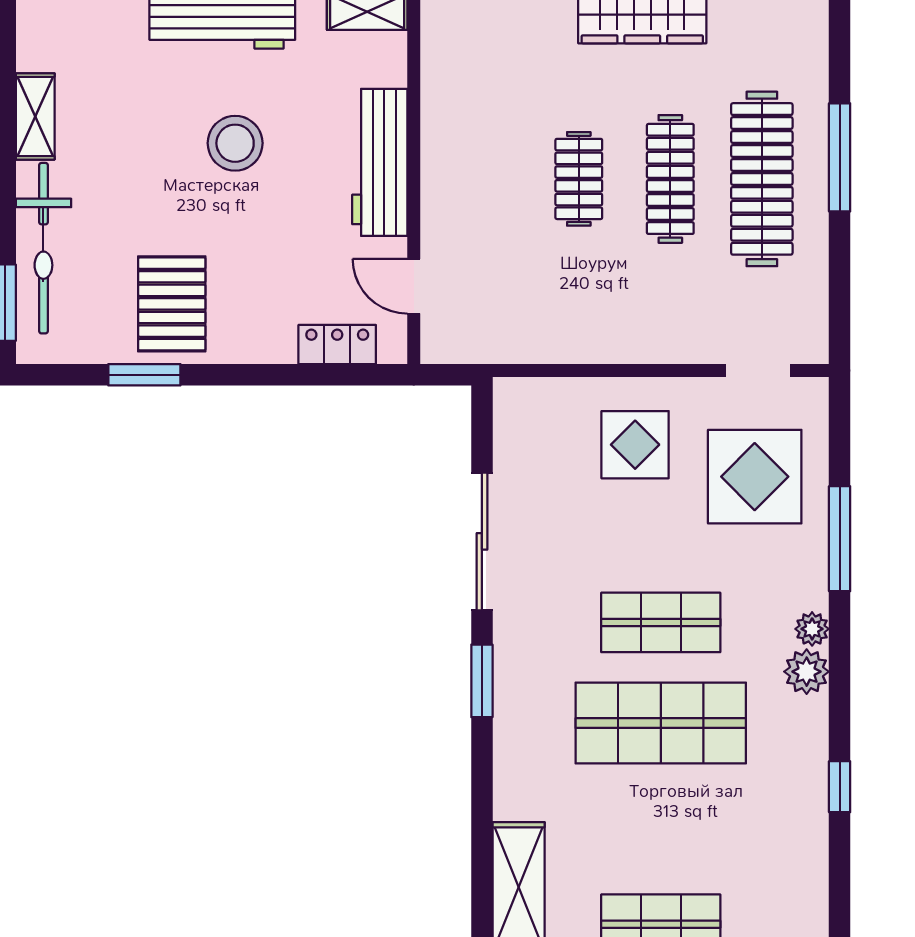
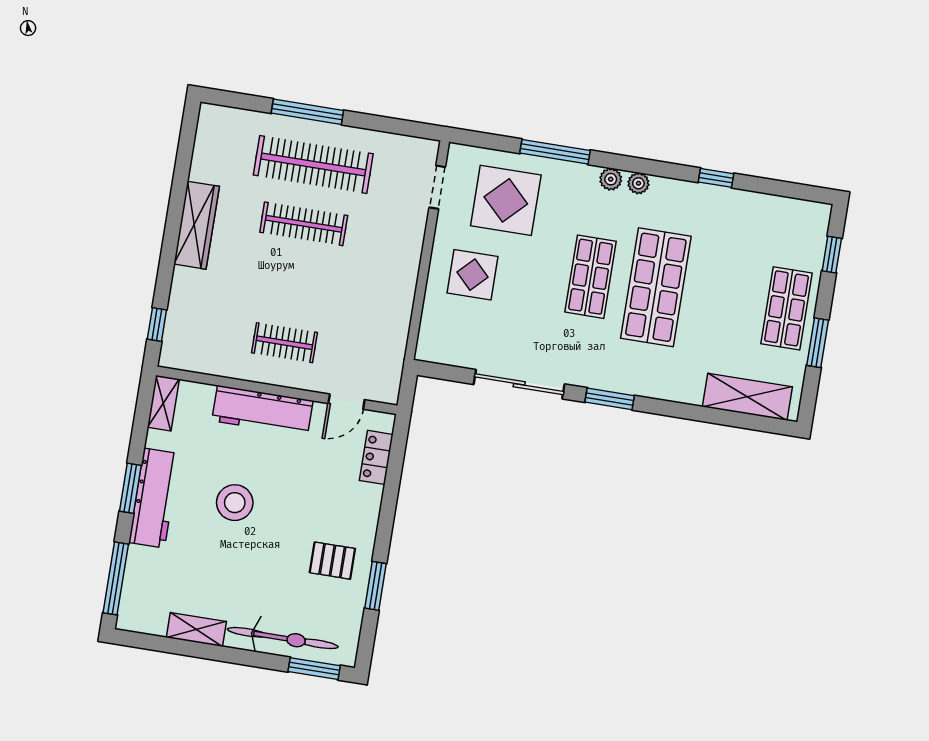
clothes rail: (579, 179) -> (284, 343), moved
pallet: (172, 304) -> (332, 561), width x0.67, depth x0.71
plant: (807, 672) -> (638, 183), width x0.73, depth x0.73

